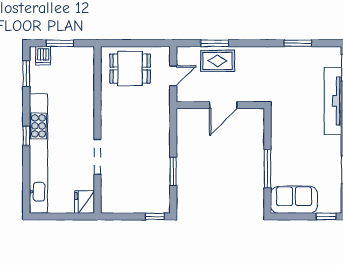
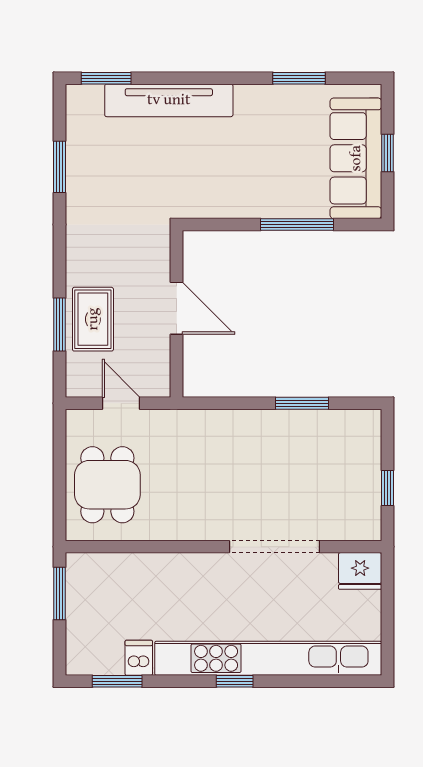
window: (60, 43) -> (59, 593), moved
dishwasher: (43, 56) -> (139, 658), moved, turned -90
doorway: (97, 157) -> (275, 547), width x1.36
sofa: (294, 200) -> (356, 158), width x1.36
window: (155, 216) -> (387, 488), moved
window: (326, 216) -> (387, 153), moved

